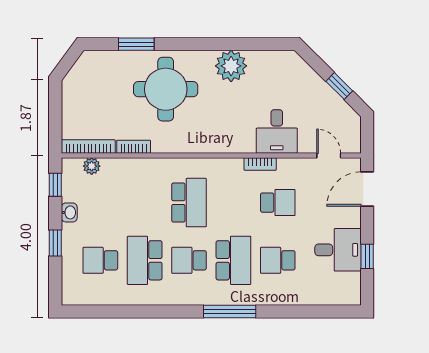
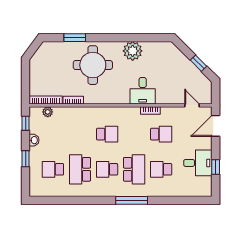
desk: (277, 131) -> (143, 91), moved
school desk: (189, 203) -> (107, 134), width x0.54

